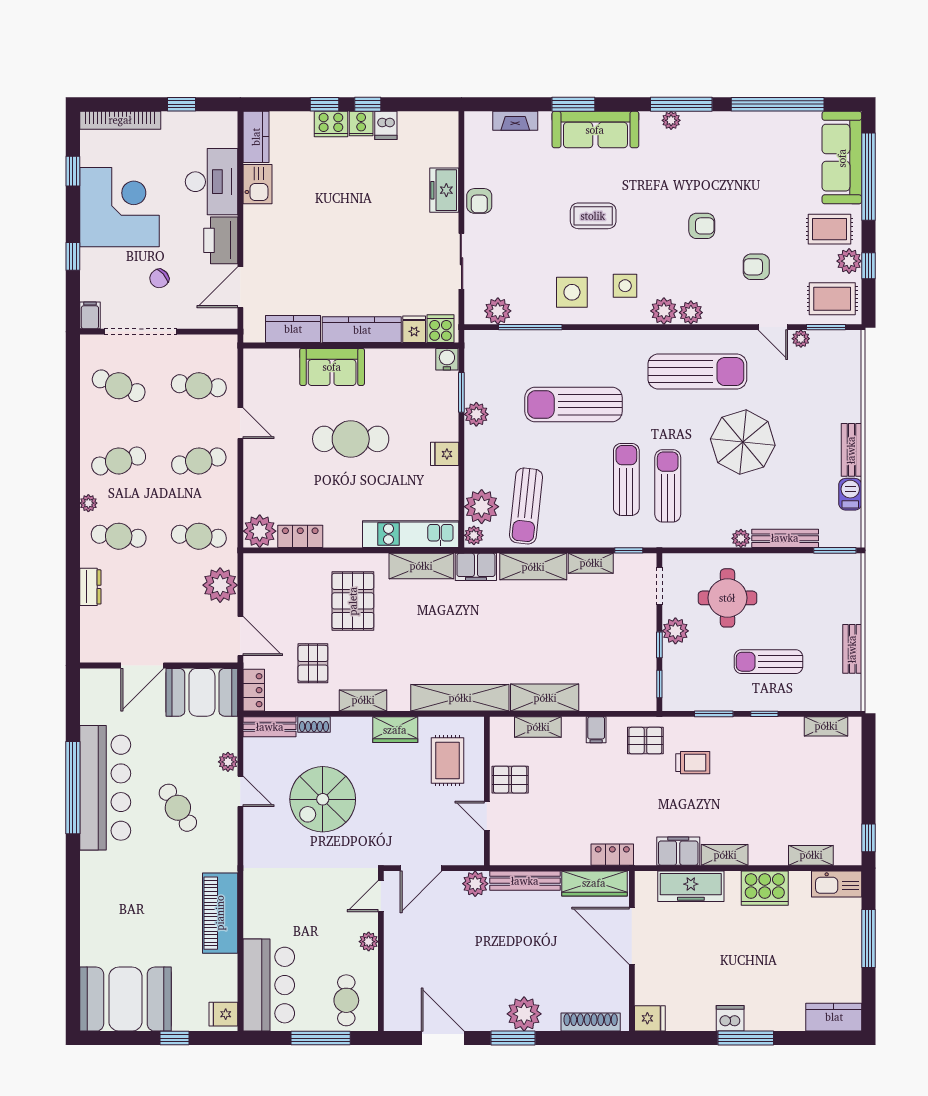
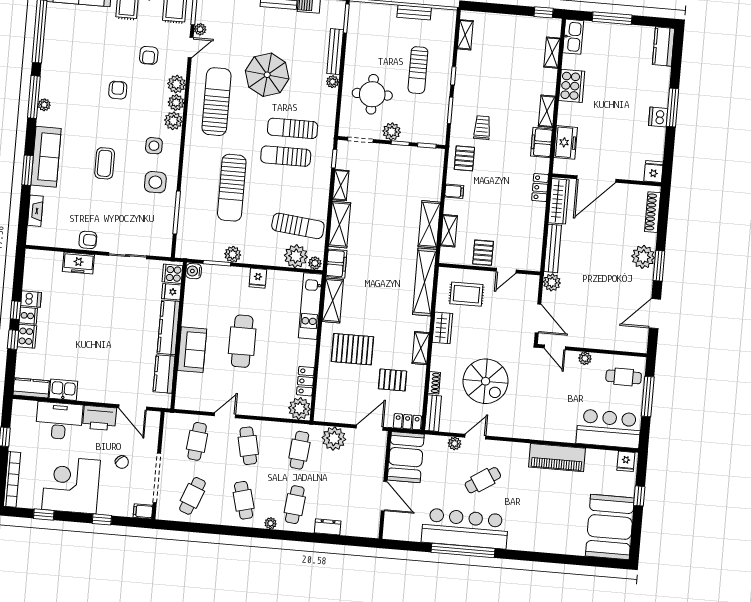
plant: (498, 311) -> (177, 84), moved
freezer: (691, 886) -> (566, 142), width x0.71

